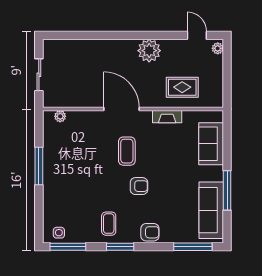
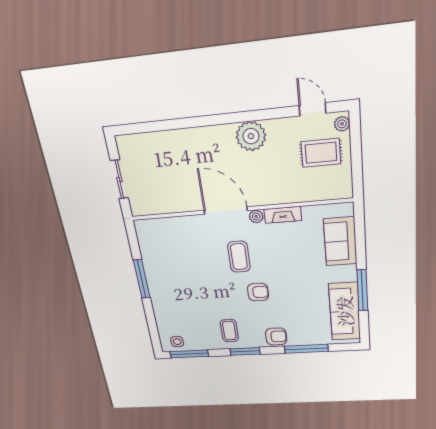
rug: (182, 87) -> (321, 153), moved
plant: (60, 116) -> (256, 216), moved
window: (193, 247) -> (306, 349), moved

